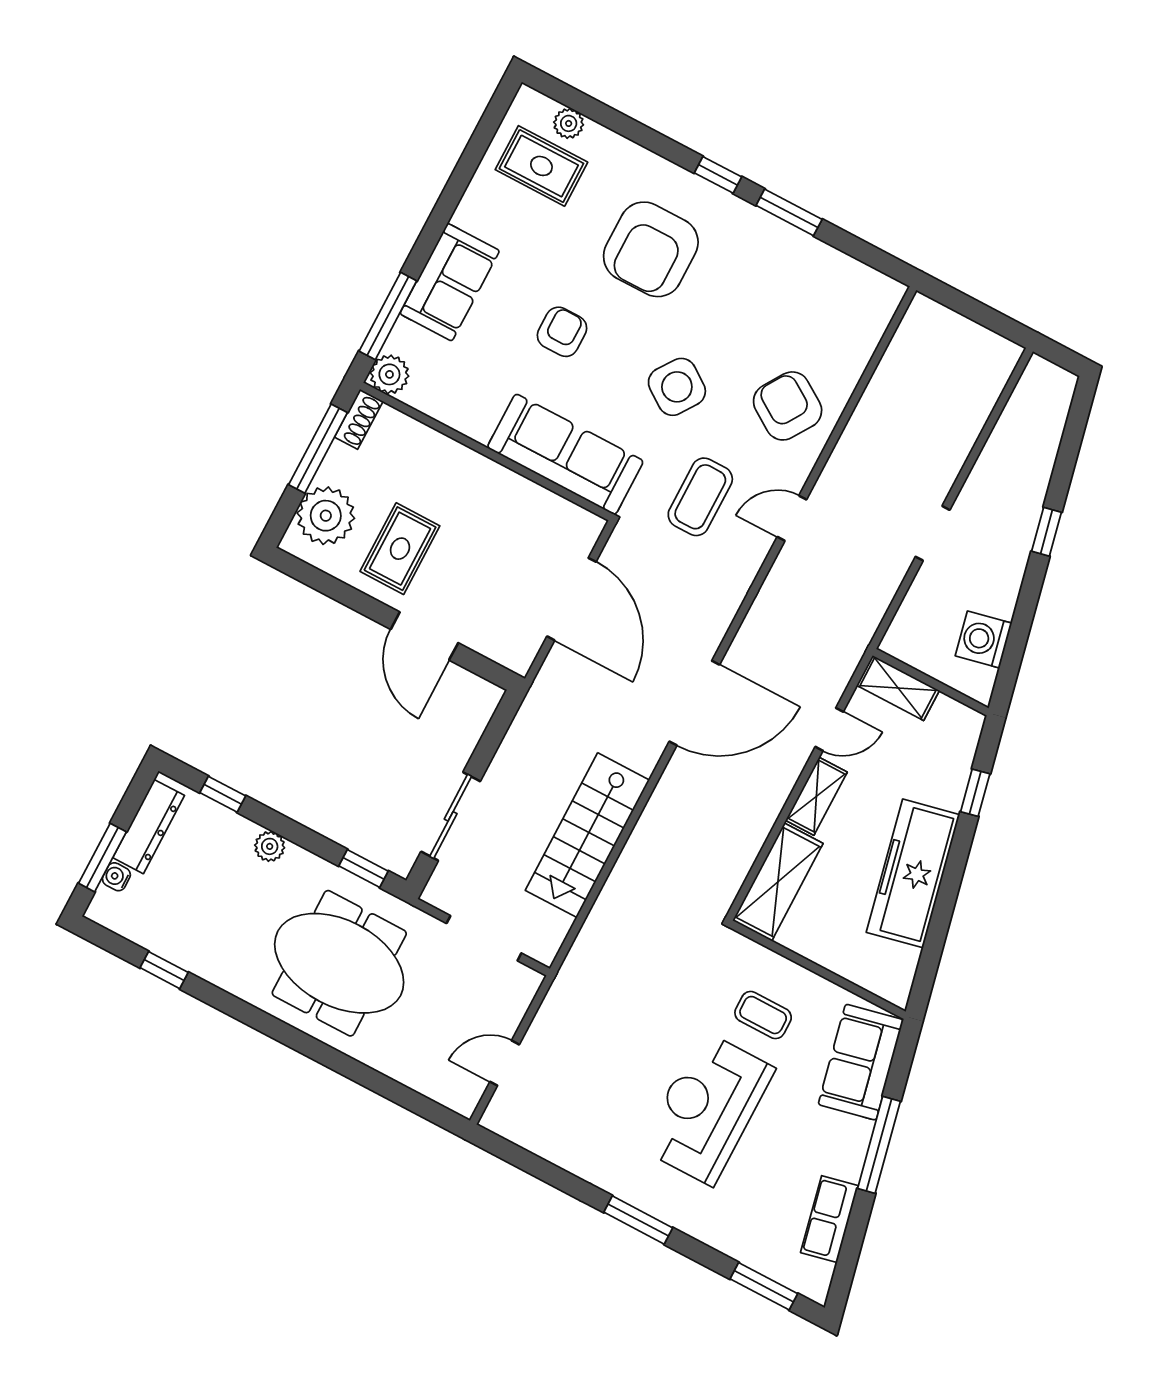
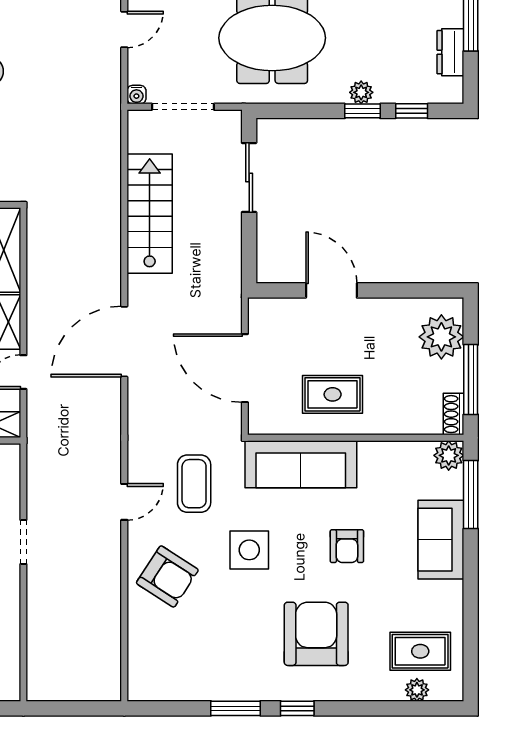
side table: (677, 387) -> (249, 550), turned -35
rug: (400, 549) -> (333, 394), moved, turned 90
dresser: (149, 827) -> (450, 52), width x0.70
window: (363, 868) -> (363, 111), moved
water cooler: (116, 877) -> (136, 95), moved, turned 90

